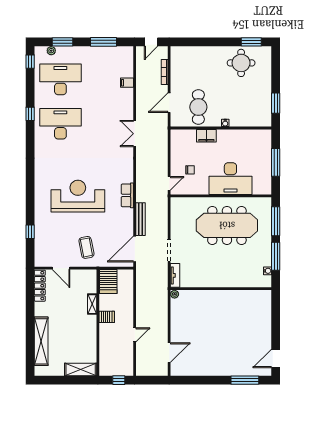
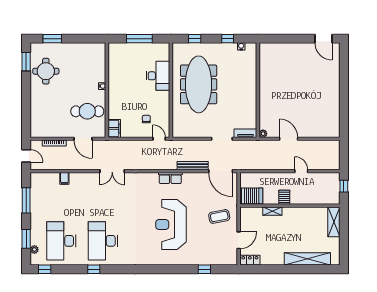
window: (276, 103) -> (52, 39), moved
filing cabinet: (206, 136) -> (114, 128), moved
desk: (230, 179) -> (158, 76), width x0.73, depth x0.77
window: (276, 221) -> (195, 39), width x0.46
window: (276, 256) -> (228, 39), width x0.46
locker: (40, 286) -> (250, 260), width x0.66
door: (169, 353) -> (289, 139), moved
window: (245, 380) -> (344, 68), removed

